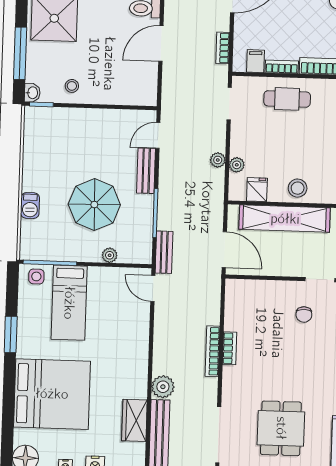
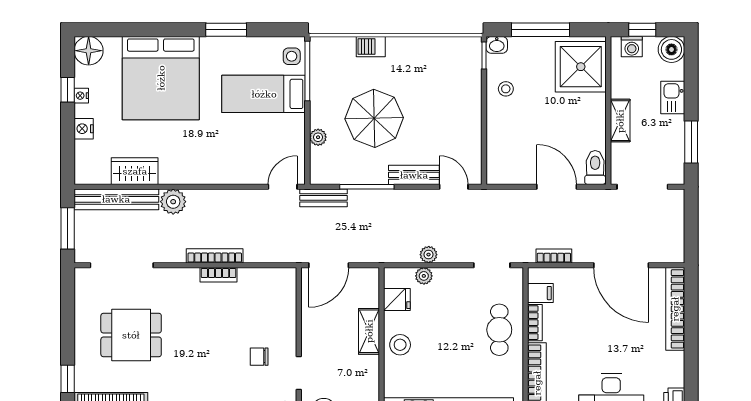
shelving: (285, 219) -> (369, 331), width x0.45, depth x0.75

